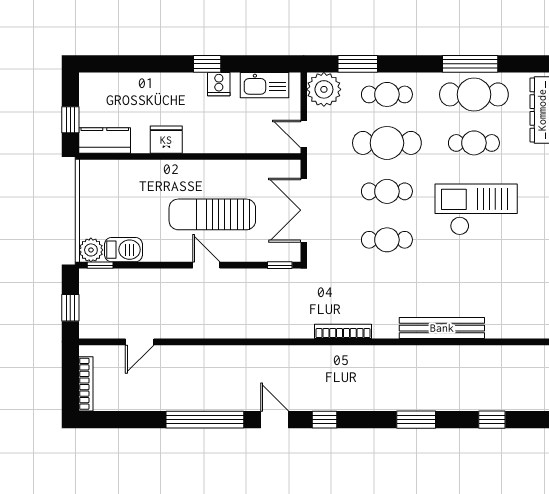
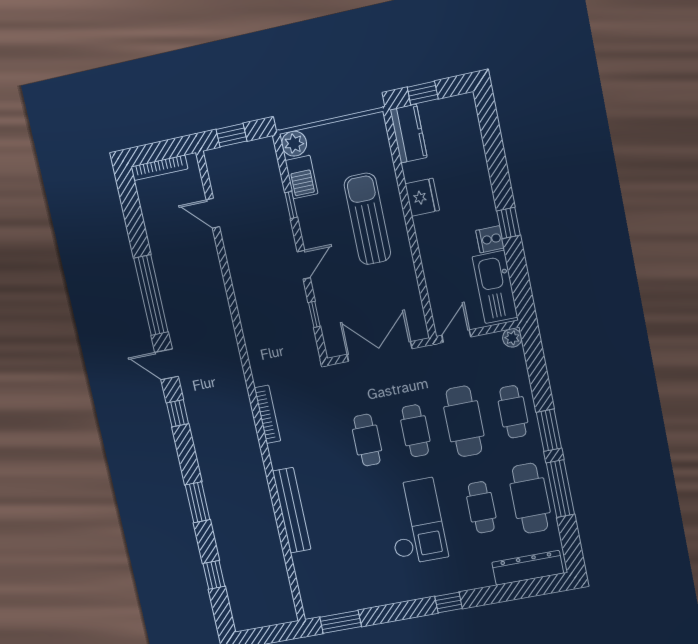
window: (358, 64) -> (549, 430), moved
kitchen sink: (265, 85) -> (495, 287), width x1.36, depth x1.24
plant: (324, 89) -> (512, 338), width x0.53, depth x0.53
sun lounger: (212, 214) -> (367, 219), moved
window: (100, 265) -> (291, 205), moved
window: (280, 265) -> (314, 314), moved
door: (275, 420) -> (167, 364), swing flipped

